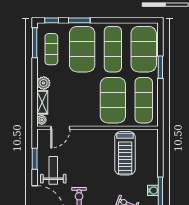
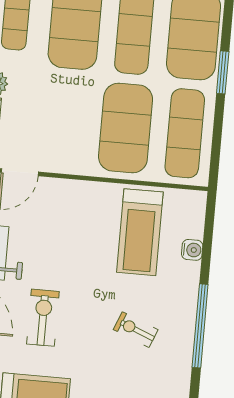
water cooler: (153, 190) -> (192, 250), moved

